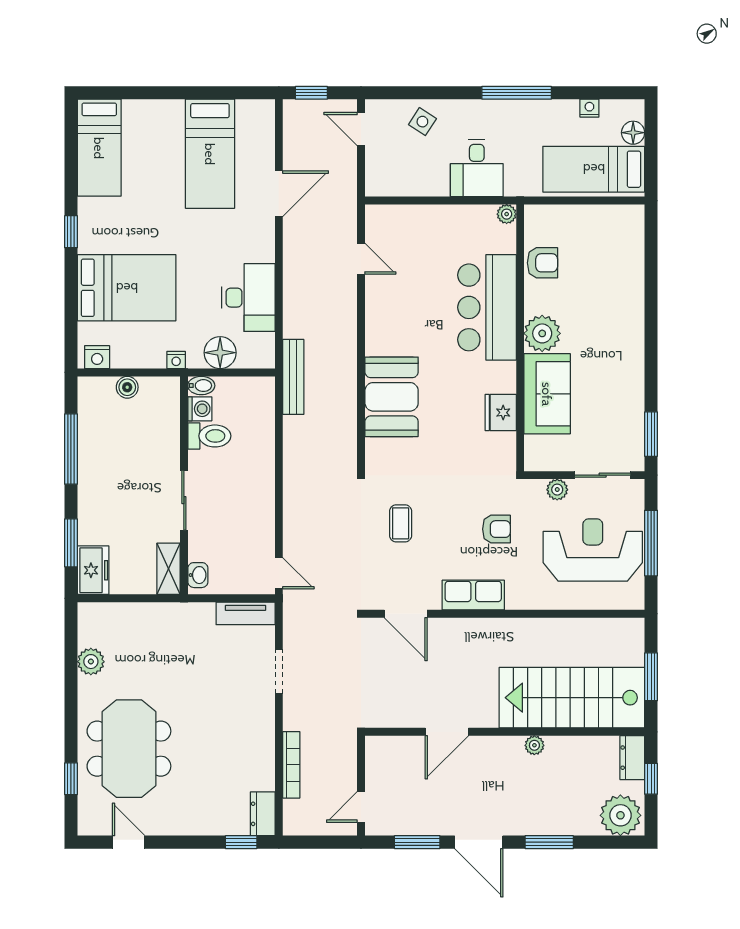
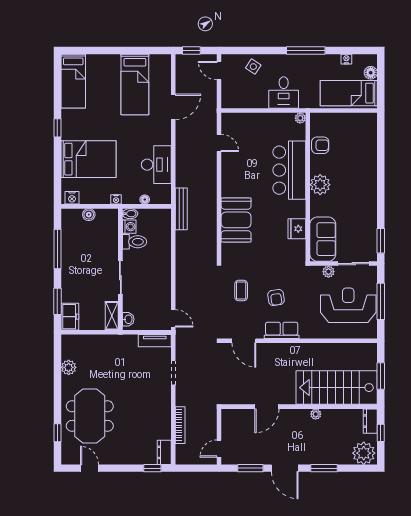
floor lamp: (220, 353) -> (145, 200), width x0.53, depth x0.53
sofa: (547, 394) -> (323, 239), moved
armchair: (496, 529) -> (276, 297), moved, turned 82

